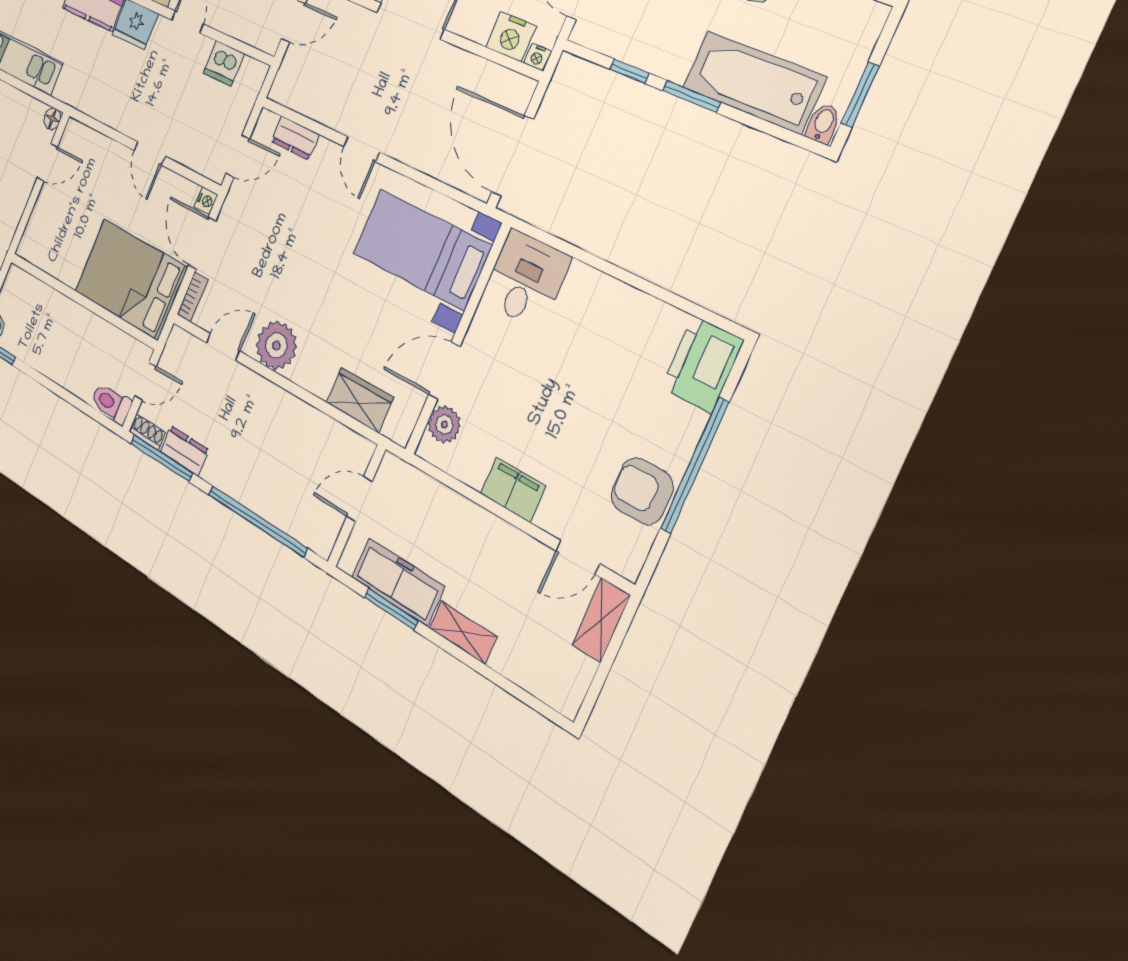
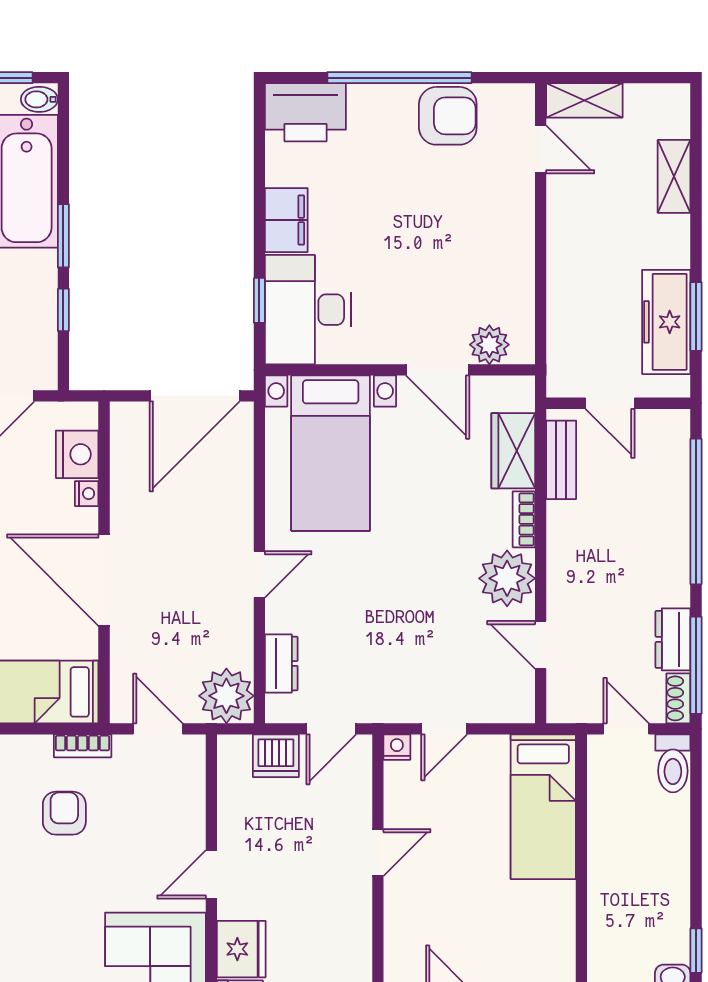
nightstand: (537, 57) -> (87, 494), moved
dishwasher: (224, 63) -> (276, 756), moved, turned 90
plant: (292, 85) -> (226, 696), added
door: (238, 156) -> (331, 729), swing flipped
door: (202, 243) -> (444, 729), width x0.73
window: (563, 246) -> (259, 300), added
bed: (131, 279) -> (543, 807), width x0.67
desk: (526, 279) -> (308, 310), width x1.37
bookcase: (193, 297) -> (524, 519), moved, turned -90
bench: (337, 435) -> (561, 460), added
filing cabinet: (513, 490) -> (286, 220), moved, turned 180
armchair: (642, 491) -> (448, 116), turned -90
shelving: (463, 632) -> (674, 176), moved

